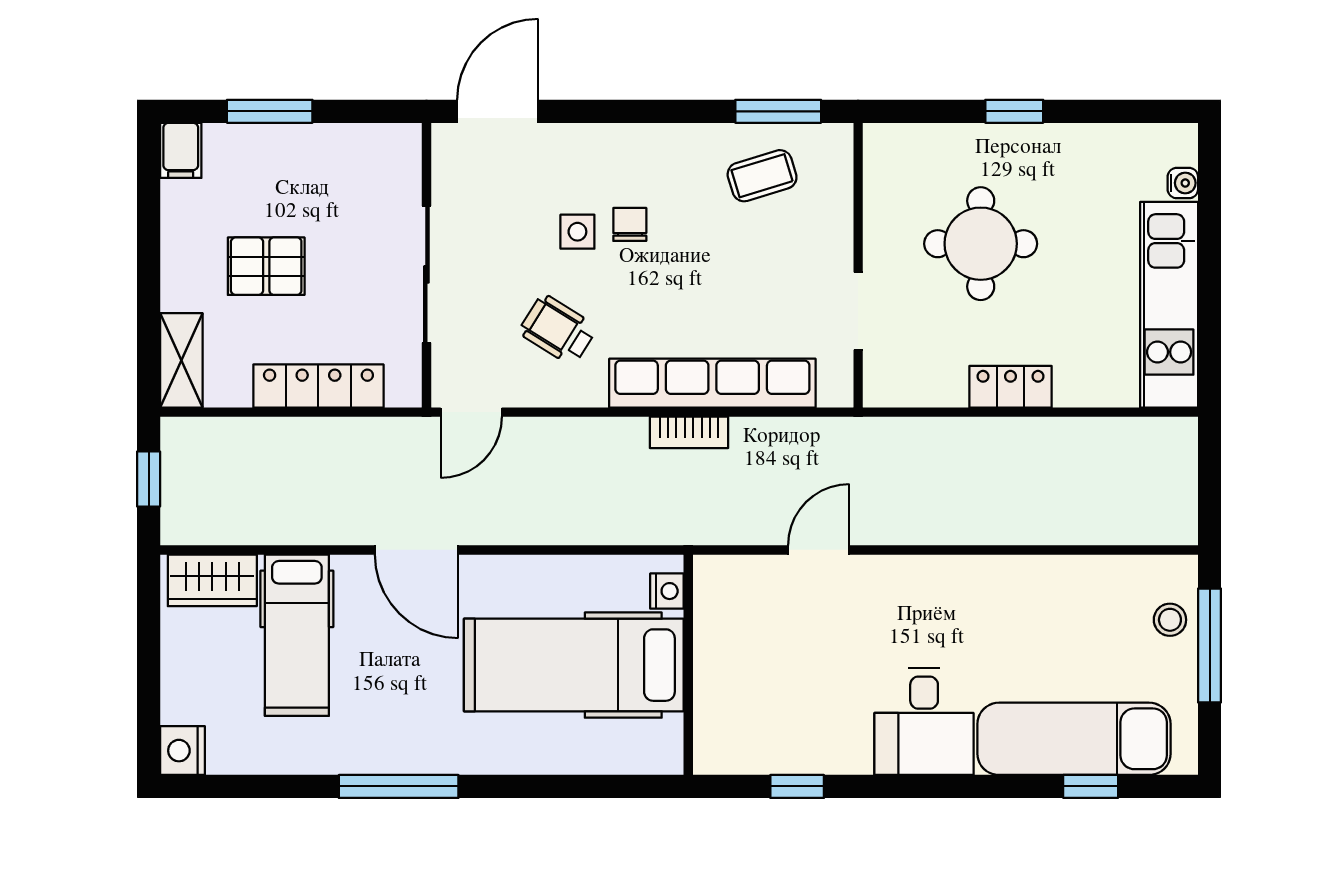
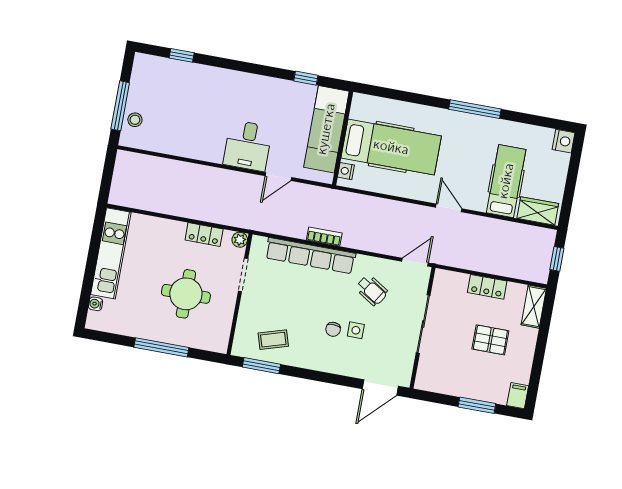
window: (1014, 111) -> (161, 347), width x2.17
locker: (318, 386) -> (487, 287), width x0.66
locker: (1011, 387) -> (204, 235), moved
plant: (880, 390) -> (240, 240), added
door: (417, 550) -> (449, 208), width x0.73
desk: (924, 721) -> (248, 146), moved, turned 180
exam couch: (1074, 739) -> (326, 129), moved, turned 90

